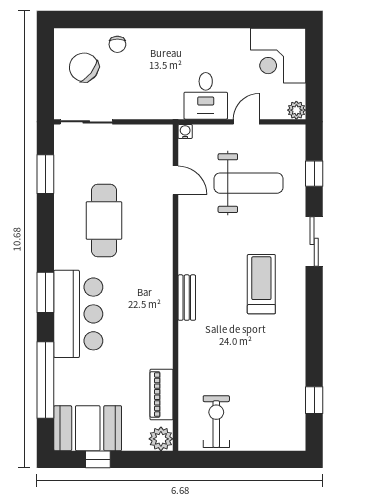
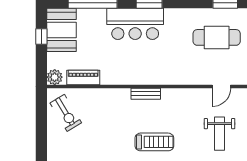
weight bench: (248, 183) -> (220, 134), width x0.73, depth x0.75
cafe table: (104, 221) -> (217, 37), moved
exercise bike: (216, 422) -> (66, 113), turned 59

